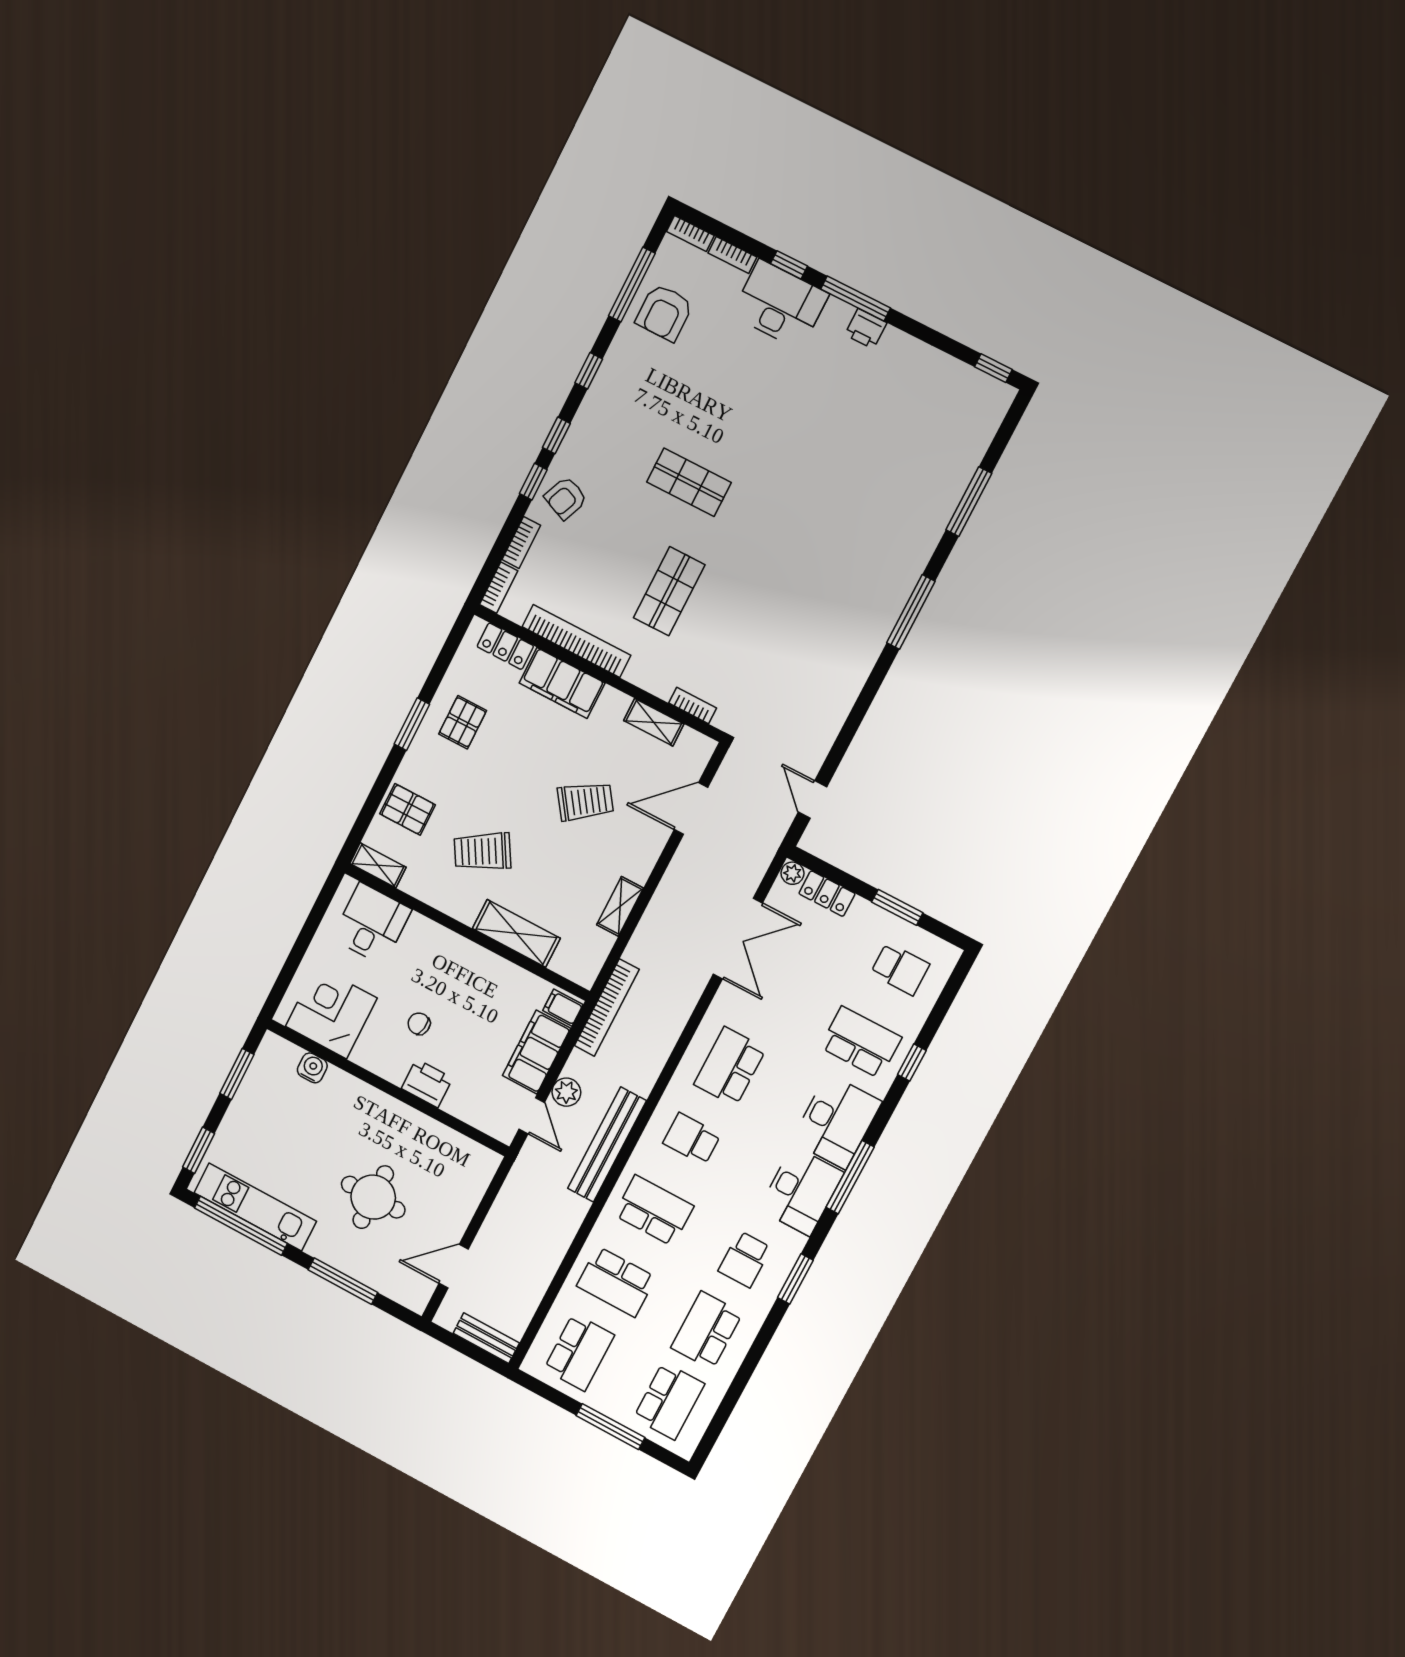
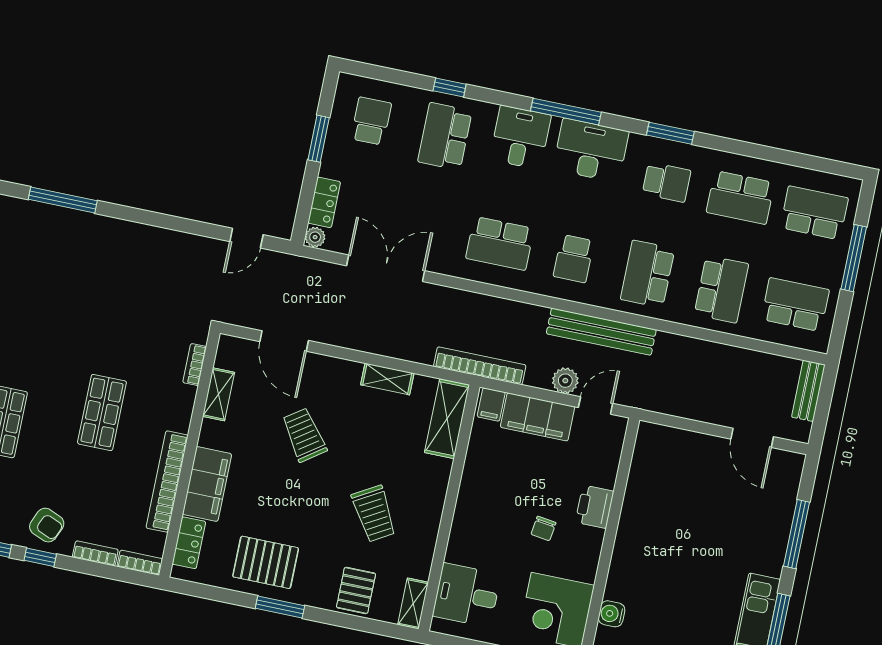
shop shelf: (669, 591) -> (102, 412), turned 90
pallet: (463, 722) -> (266, 562), width x1.50, depth x1.42
shelving: (516, 933) -> (447, 419), moved
desk: (836, 1121) -> (520, 137), width x0.73
round table: (373, 1197) -> (712, 527), removed

